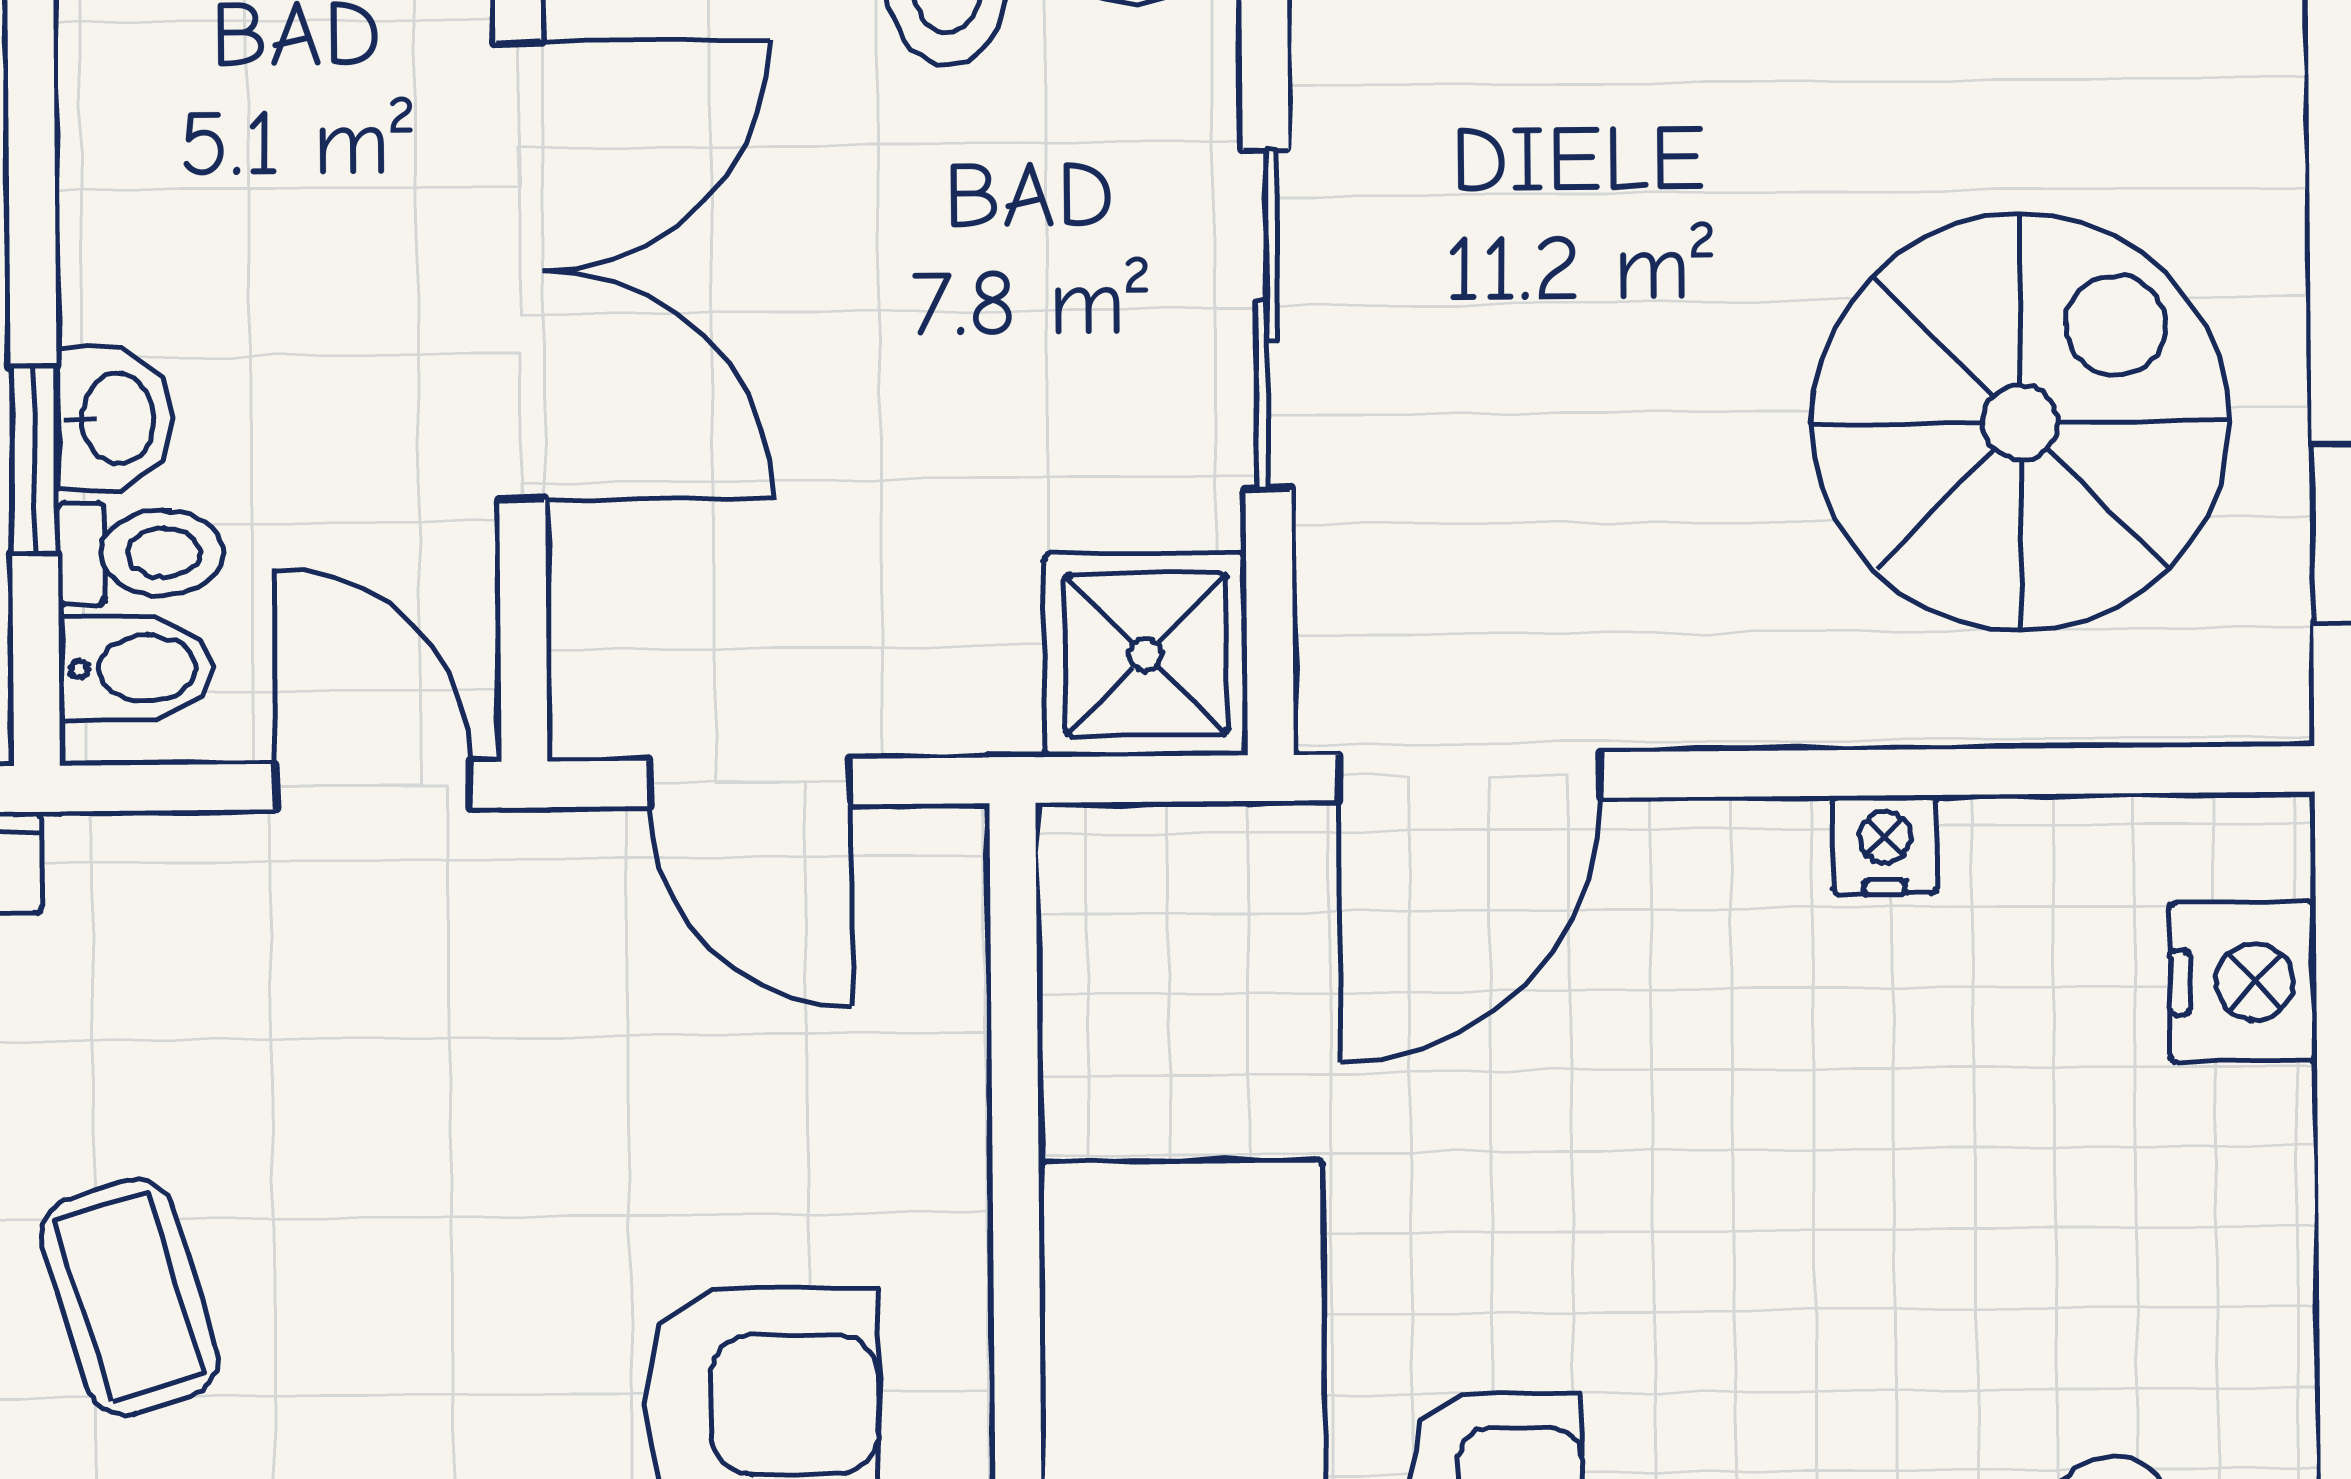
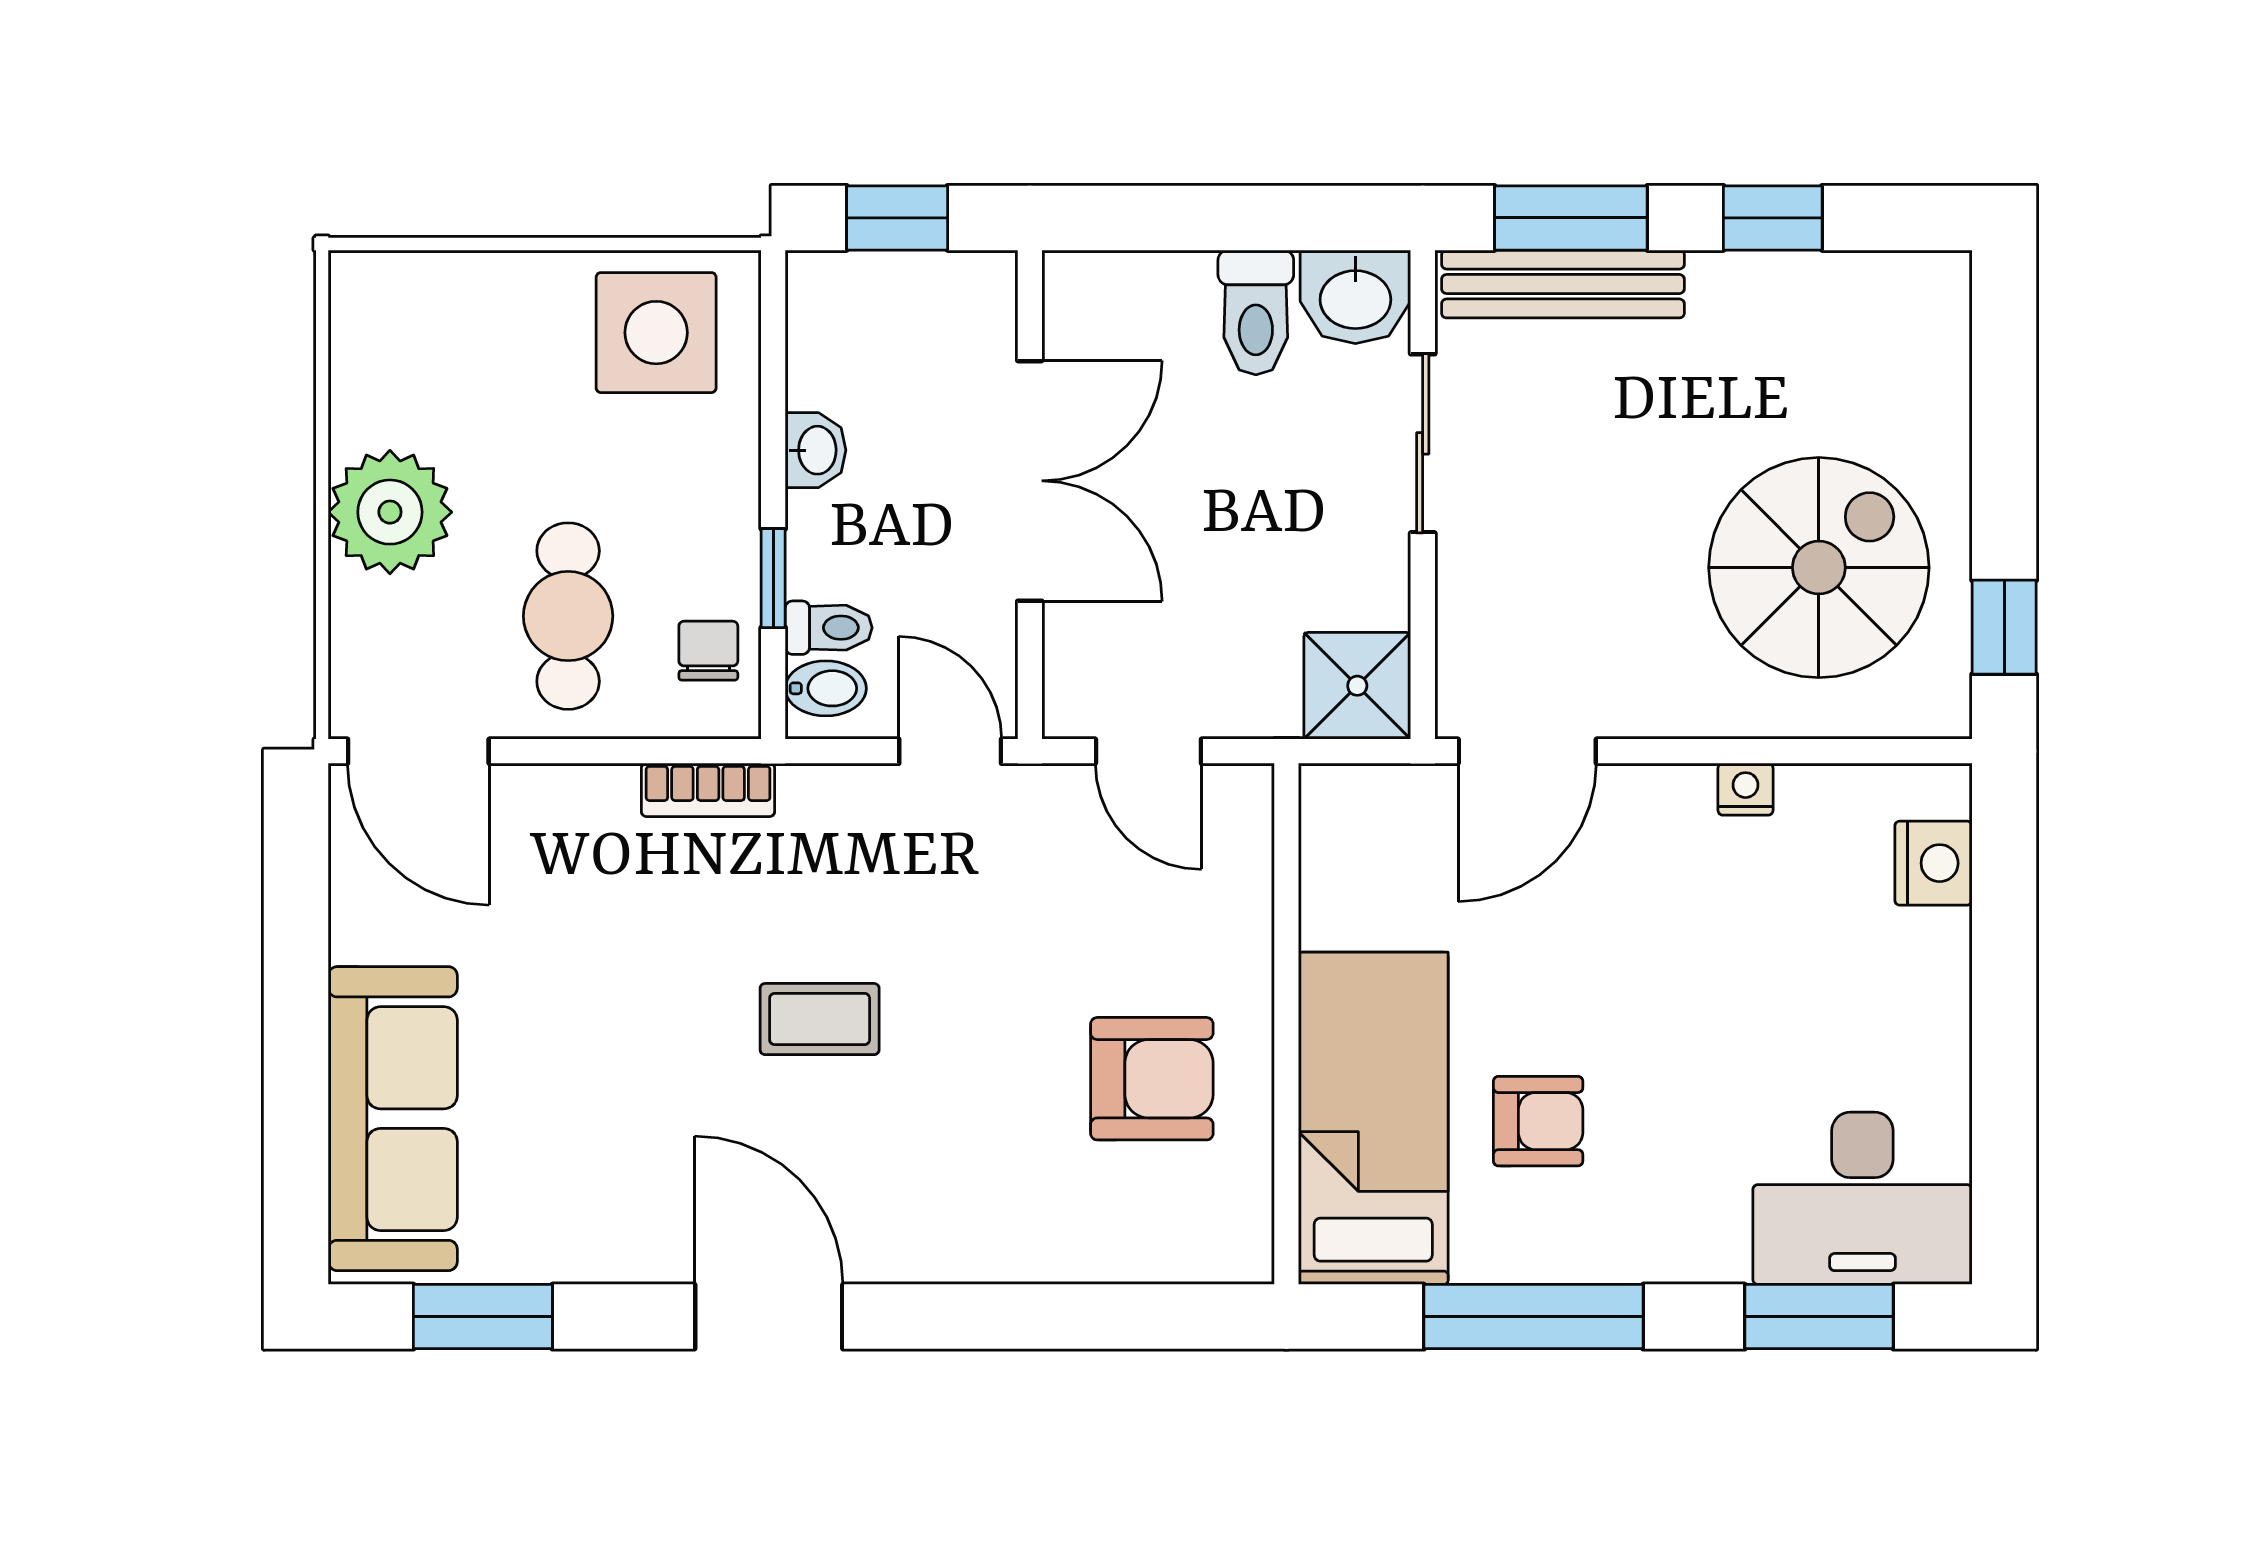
sliding door: (1267, 320) -> (1423, 443), moved
washbasin: (114, 419) -> (816, 450), moved
coffee table: (130, 1297) -> (820, 1019), turned -73

